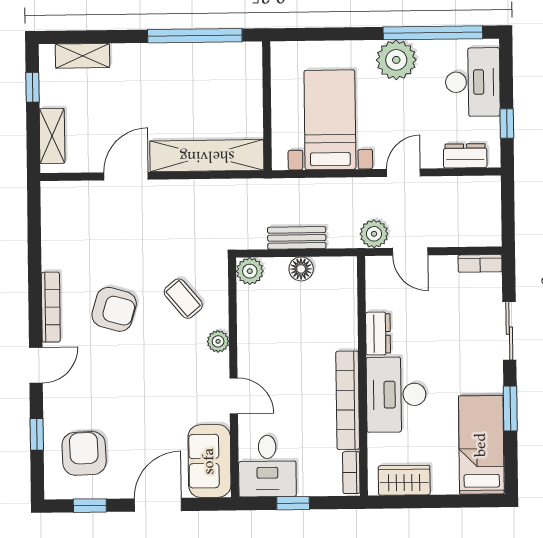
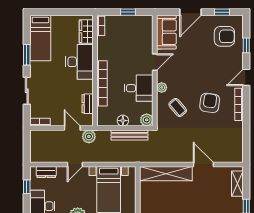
door: (126, 176) -> (203, 165), swing flipped
bench: (297, 238) -> (130, 135), width x1.36
armchair: (114, 309) -> (210, 103), turned 82
dresser: (378, 334) -> (88, 104), moved
door: (234, 396) -> (155, 62), swing flipped
bookcase: (348, 400) -> (102, 83), moved
armchair: (84, 453) -> (224, 36), turned -88
desk: (267, 466) -> (139, 88), moved, turned 90
wardrobe: (404, 480) -> (86, 32), moved, turned 90

